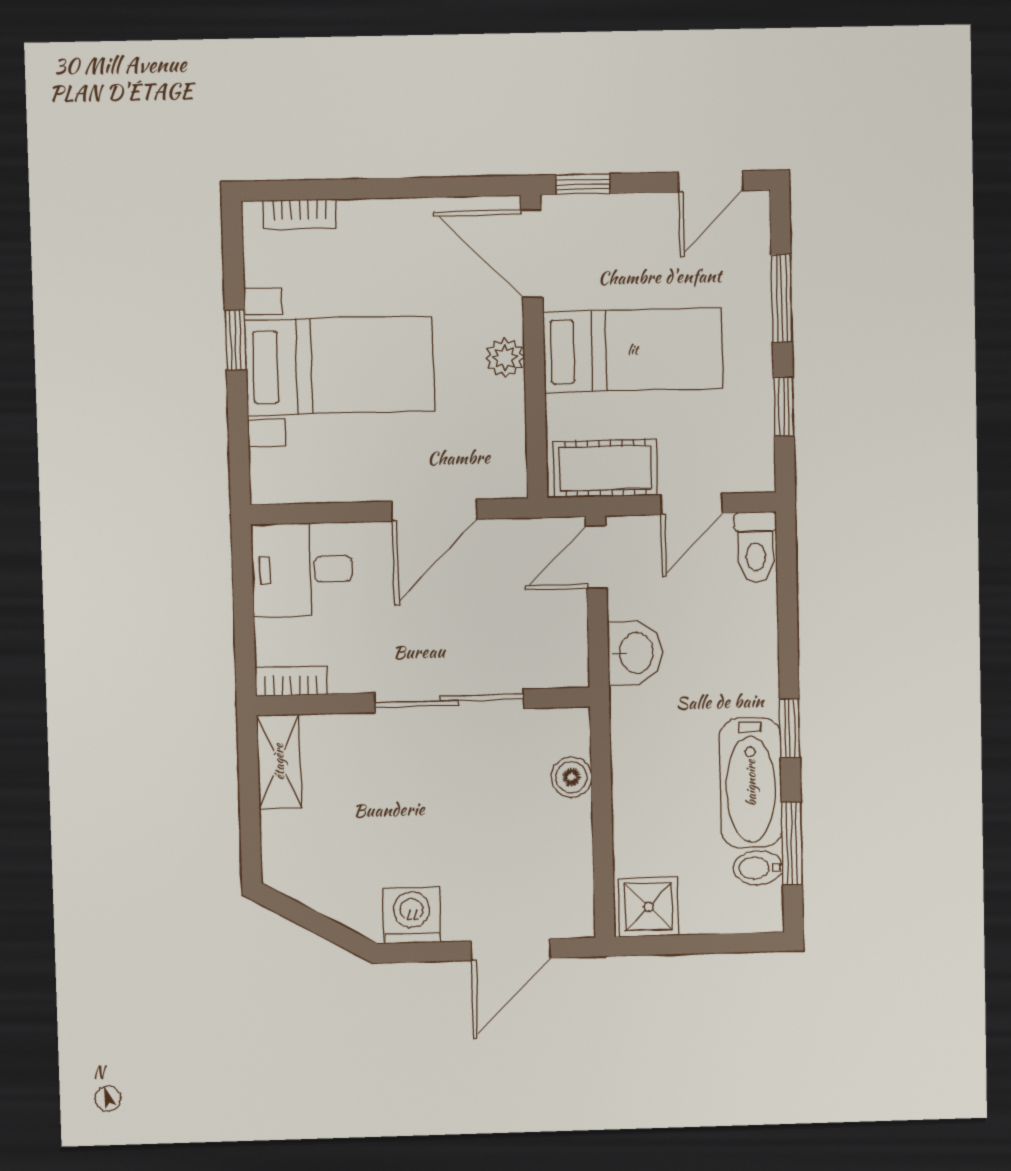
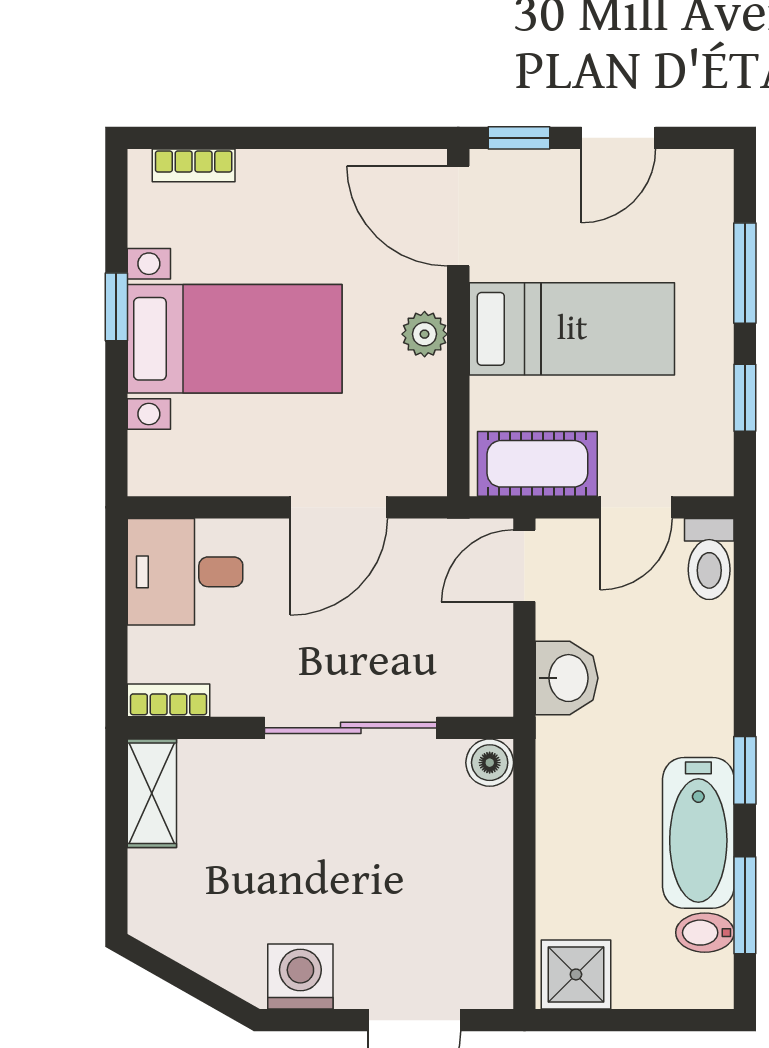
door: (711, 181) -> (618, 138), moved
boiler: (571, 777) -> (490, 763), moved

